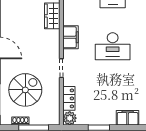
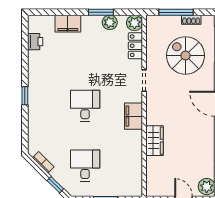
desk: (113, 46) -> (85, 106), width x0.73
spiral stairs: (25, 90) -> (185, 55), turned 90
plant: (91, 119) -> (110, 22), added

